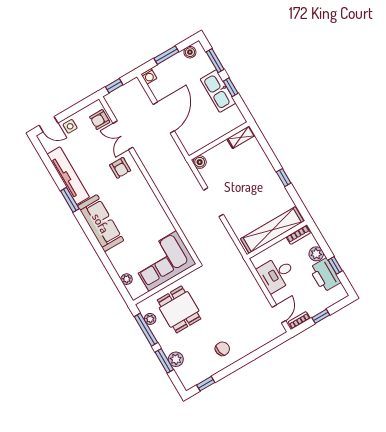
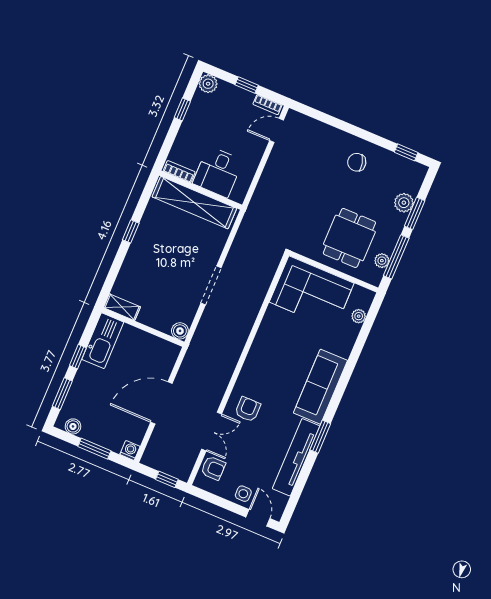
kitchen sink: (218, 91) -> (103, 341), moved
plant: (316, 254) -> (208, 84), moved
desk: (276, 274) -> (218, 172), moved, turned 90
printer: (325, 275) -> (201, 113), removed

